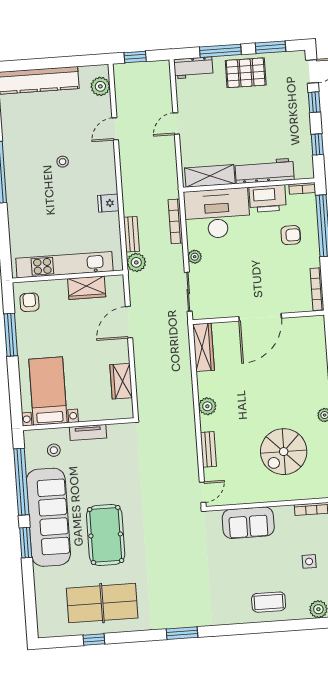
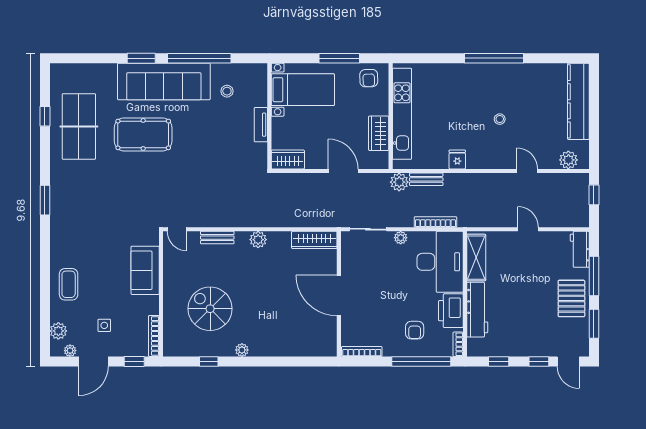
armchair: (29, 302) -> (369, 78), turned 88
bed with nightstands: (48, 391) -> (303, 90), moved
wall: (78, 424) -> (269, 116), moved
tv unit: (88, 432) -> (261, 125), moved

